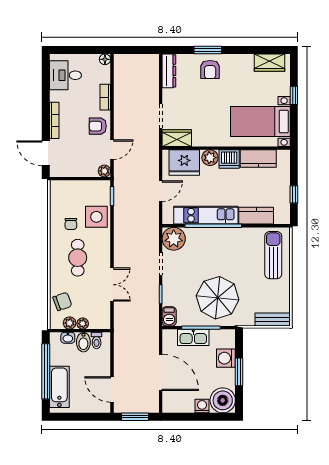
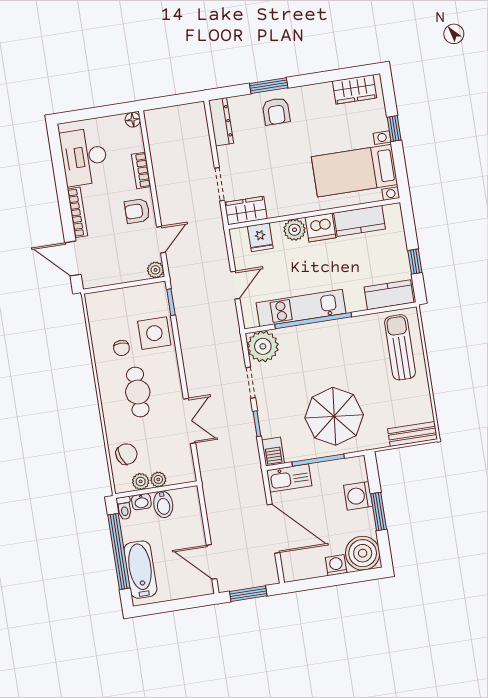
desk: (65, 75) -> (84, 157), width x1.37
fridge: (184, 162) -> (260, 237), width x0.53, depth x0.75
kitchen counter: (256, 216) -> (389, 295), moved
kitchen sink: (193, 337) -> (289, 478), moved
toilet: (97, 341) -> (124, 508), moved

